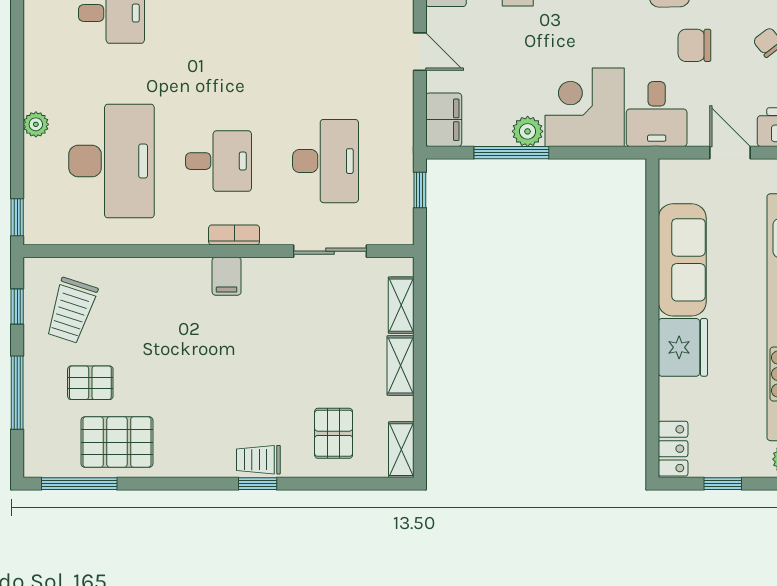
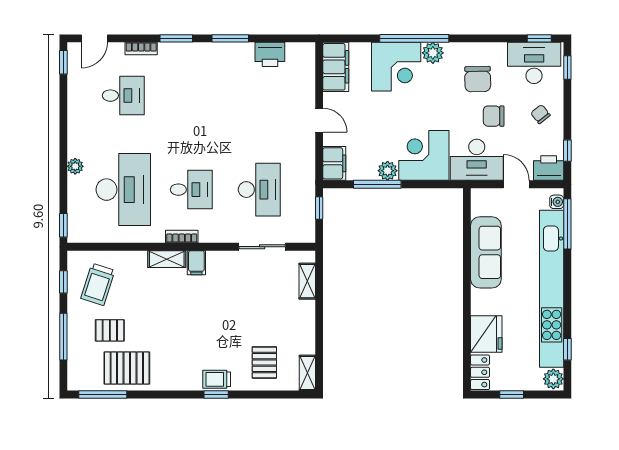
desk: (657, 114) -> (477, 160), width x1.37
bookcase: (234, 235) -> (182, 237), moved
fridge: (683, 347) -> (486, 334), moved
shelving: (400, 366) -> (167, 259), moved, turned 90

